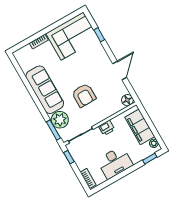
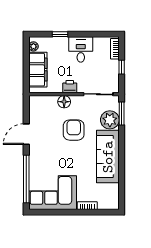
window: (99, 35) -> (26, 179), width x3.17
floor lamp: (127, 100) -> (64, 102), moved
window: (69, 157) -> (122, 67), moved
window: (150, 159) -> (60, 34), moved
desk: (115, 162) -> (81, 49), width x0.73

